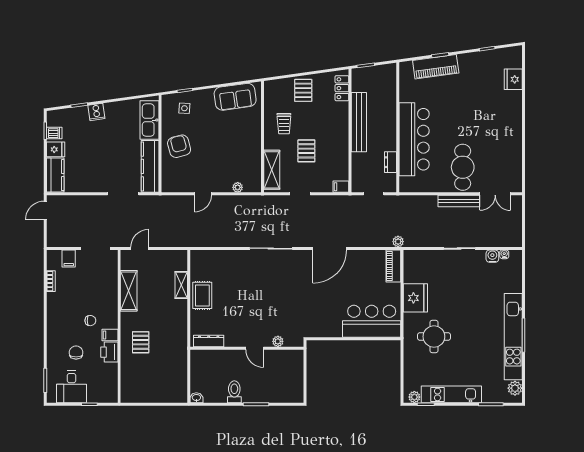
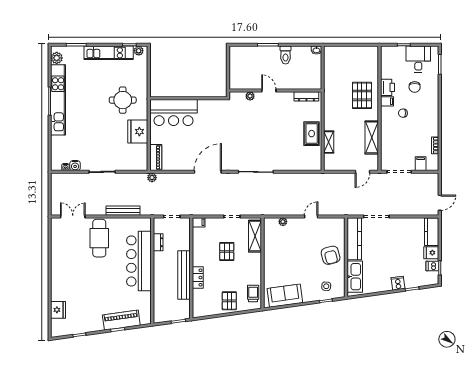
locker: (342, 88) -> (198, 278), moved
trolley: (284, 124) -> (253, 293), moved
bench: (459, 201) -> (123, 211), moved
pallet: (141, 342) -> (362, 95), width x1.50, depth x1.42

